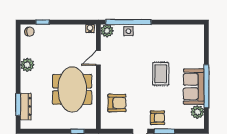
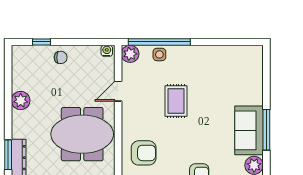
chair: (29, 32) -> (61, 57), moved
rug: (161, 74) -> (176, 101), moved
window: (206, 86) -> (266, 130), width x0.68
meeting table: (72, 89) -> (82, 134), turned 90

